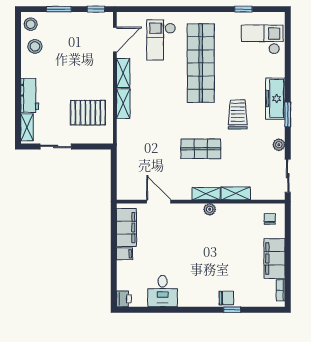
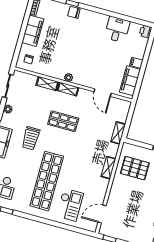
shelving: (123, 73) -> (118, 133), moved

